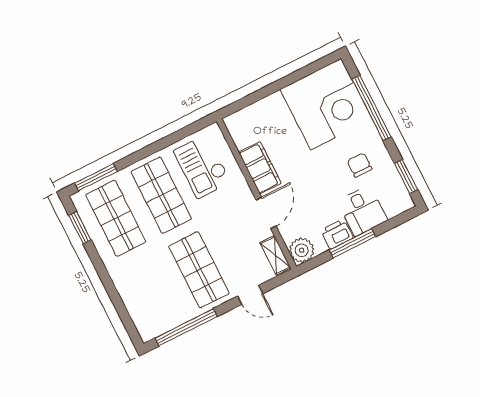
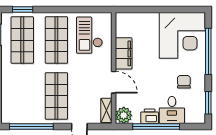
window: (96, 177) -> (23, 10), width x0.69
door: (266, 213) -> (114, 82), hinge flipped
window: (352, 243) -> (156, 126), width x1.46

